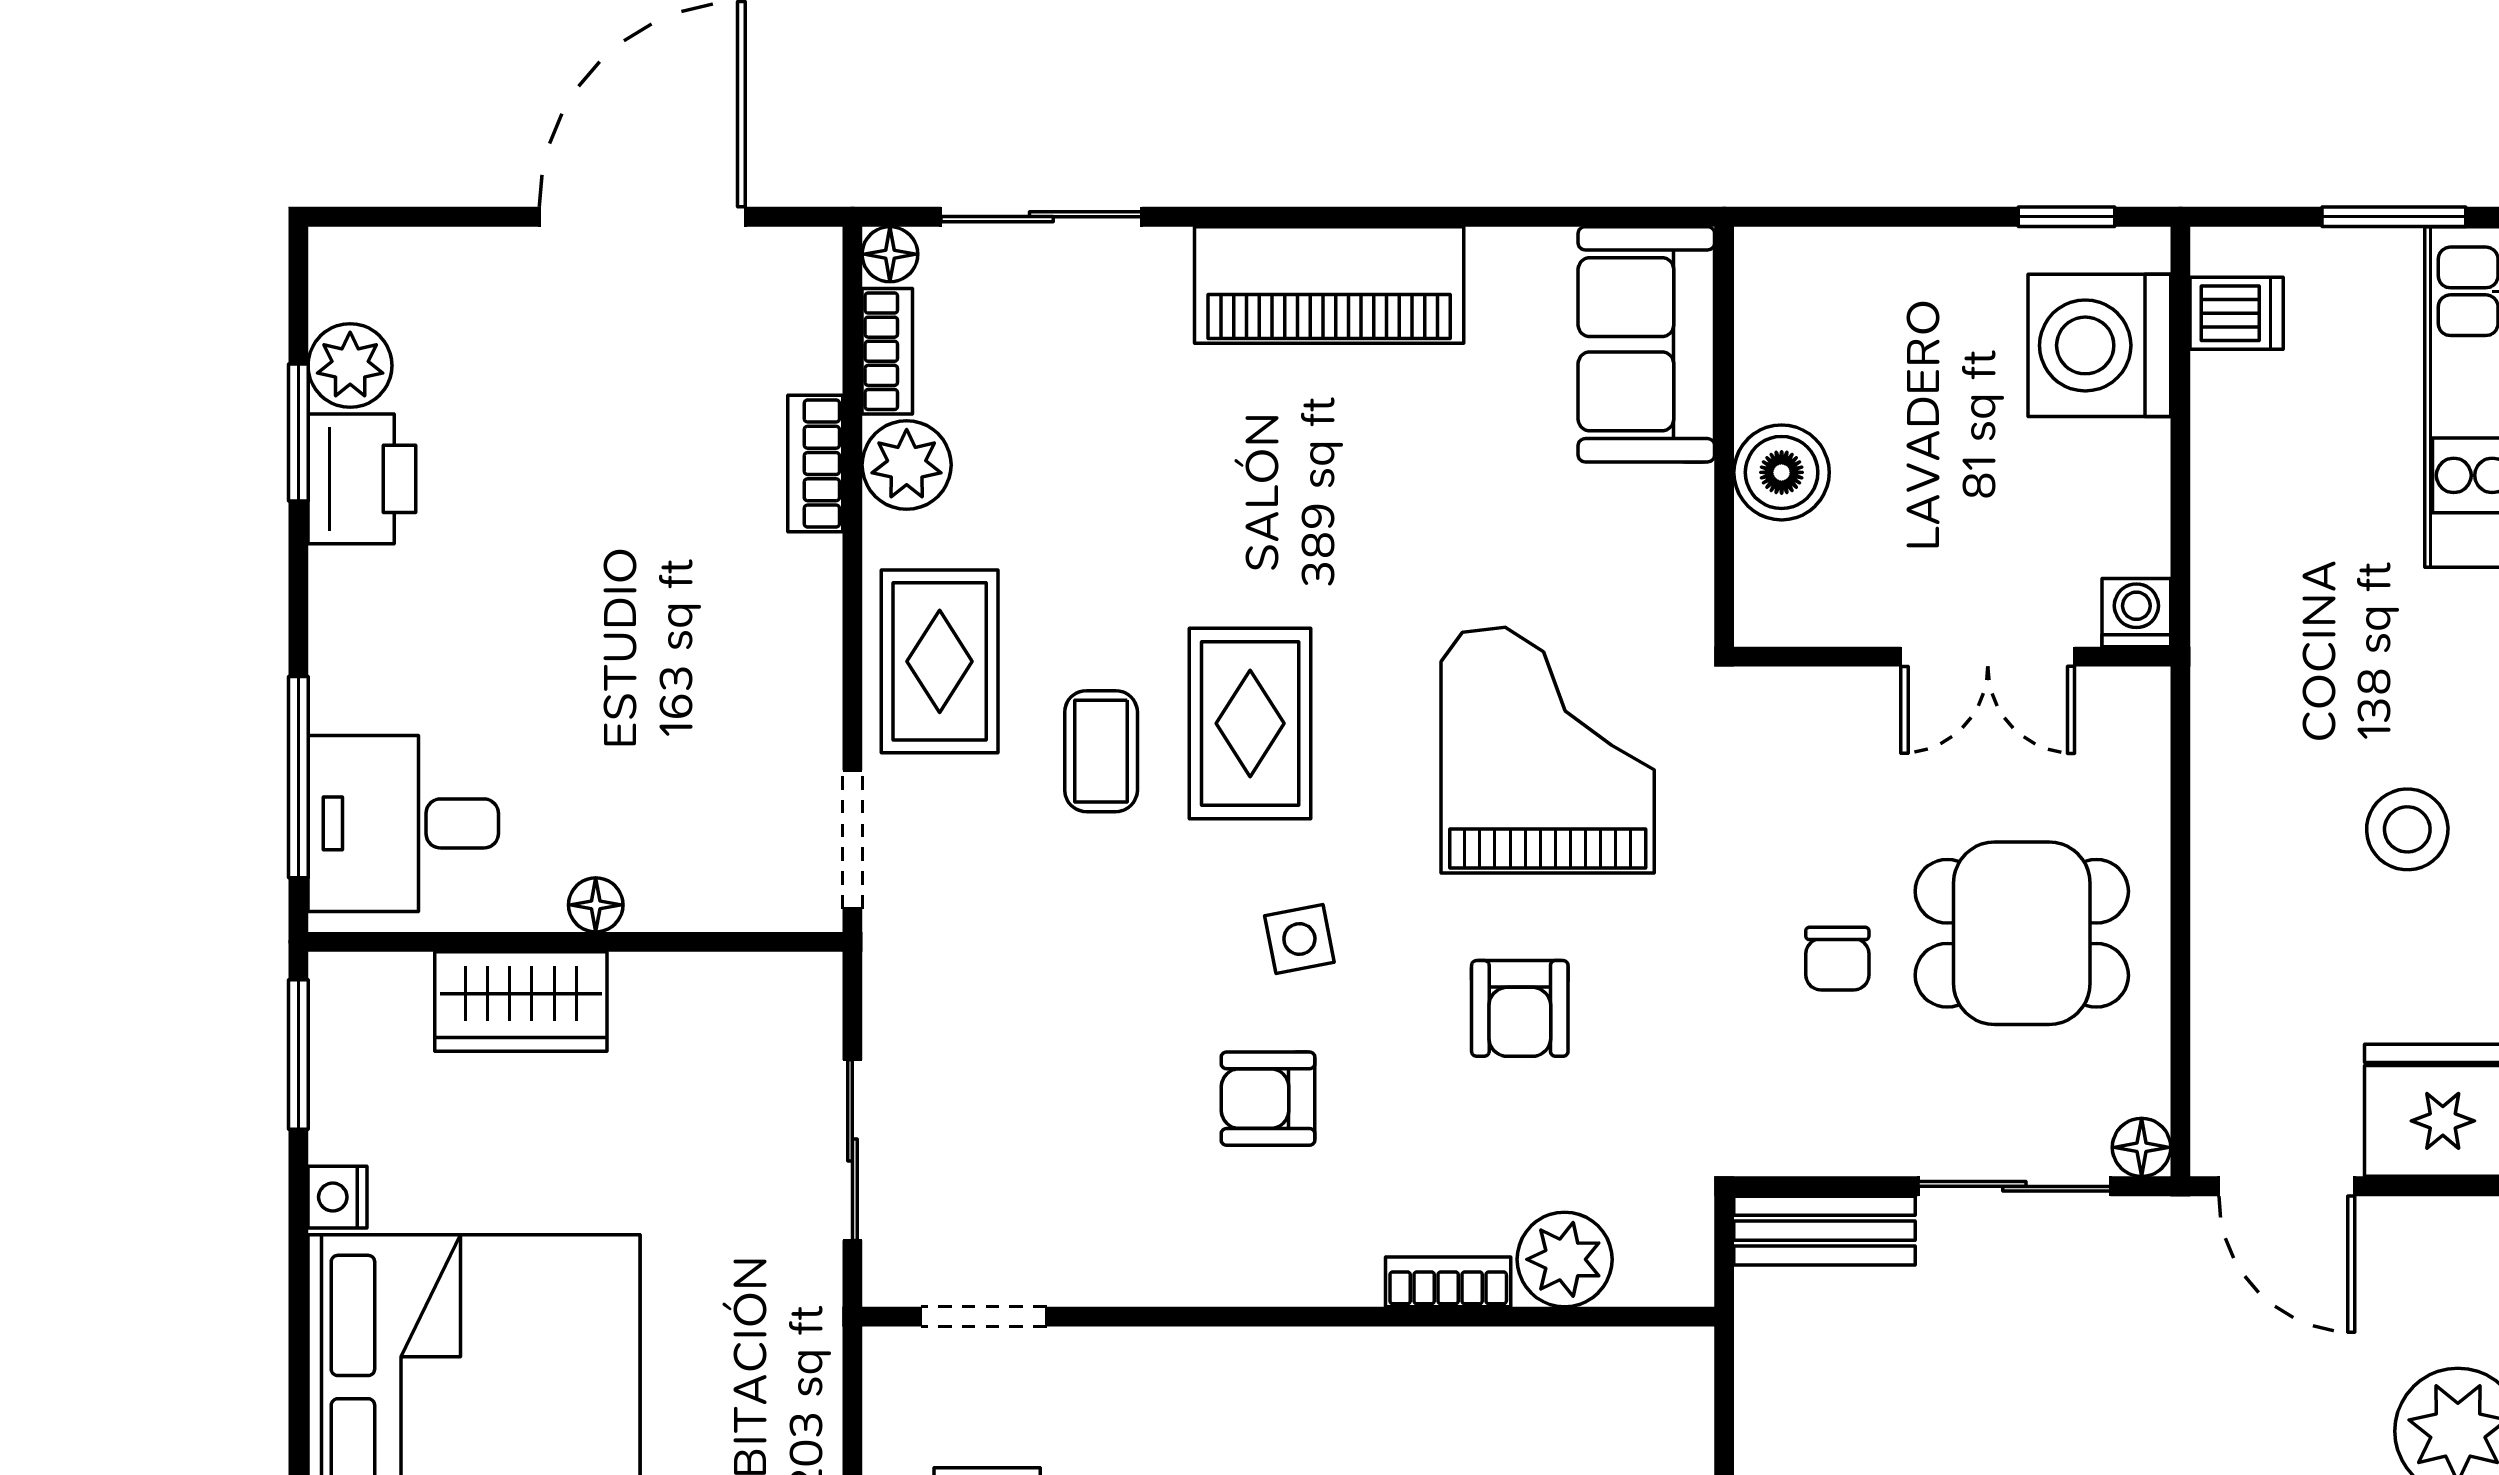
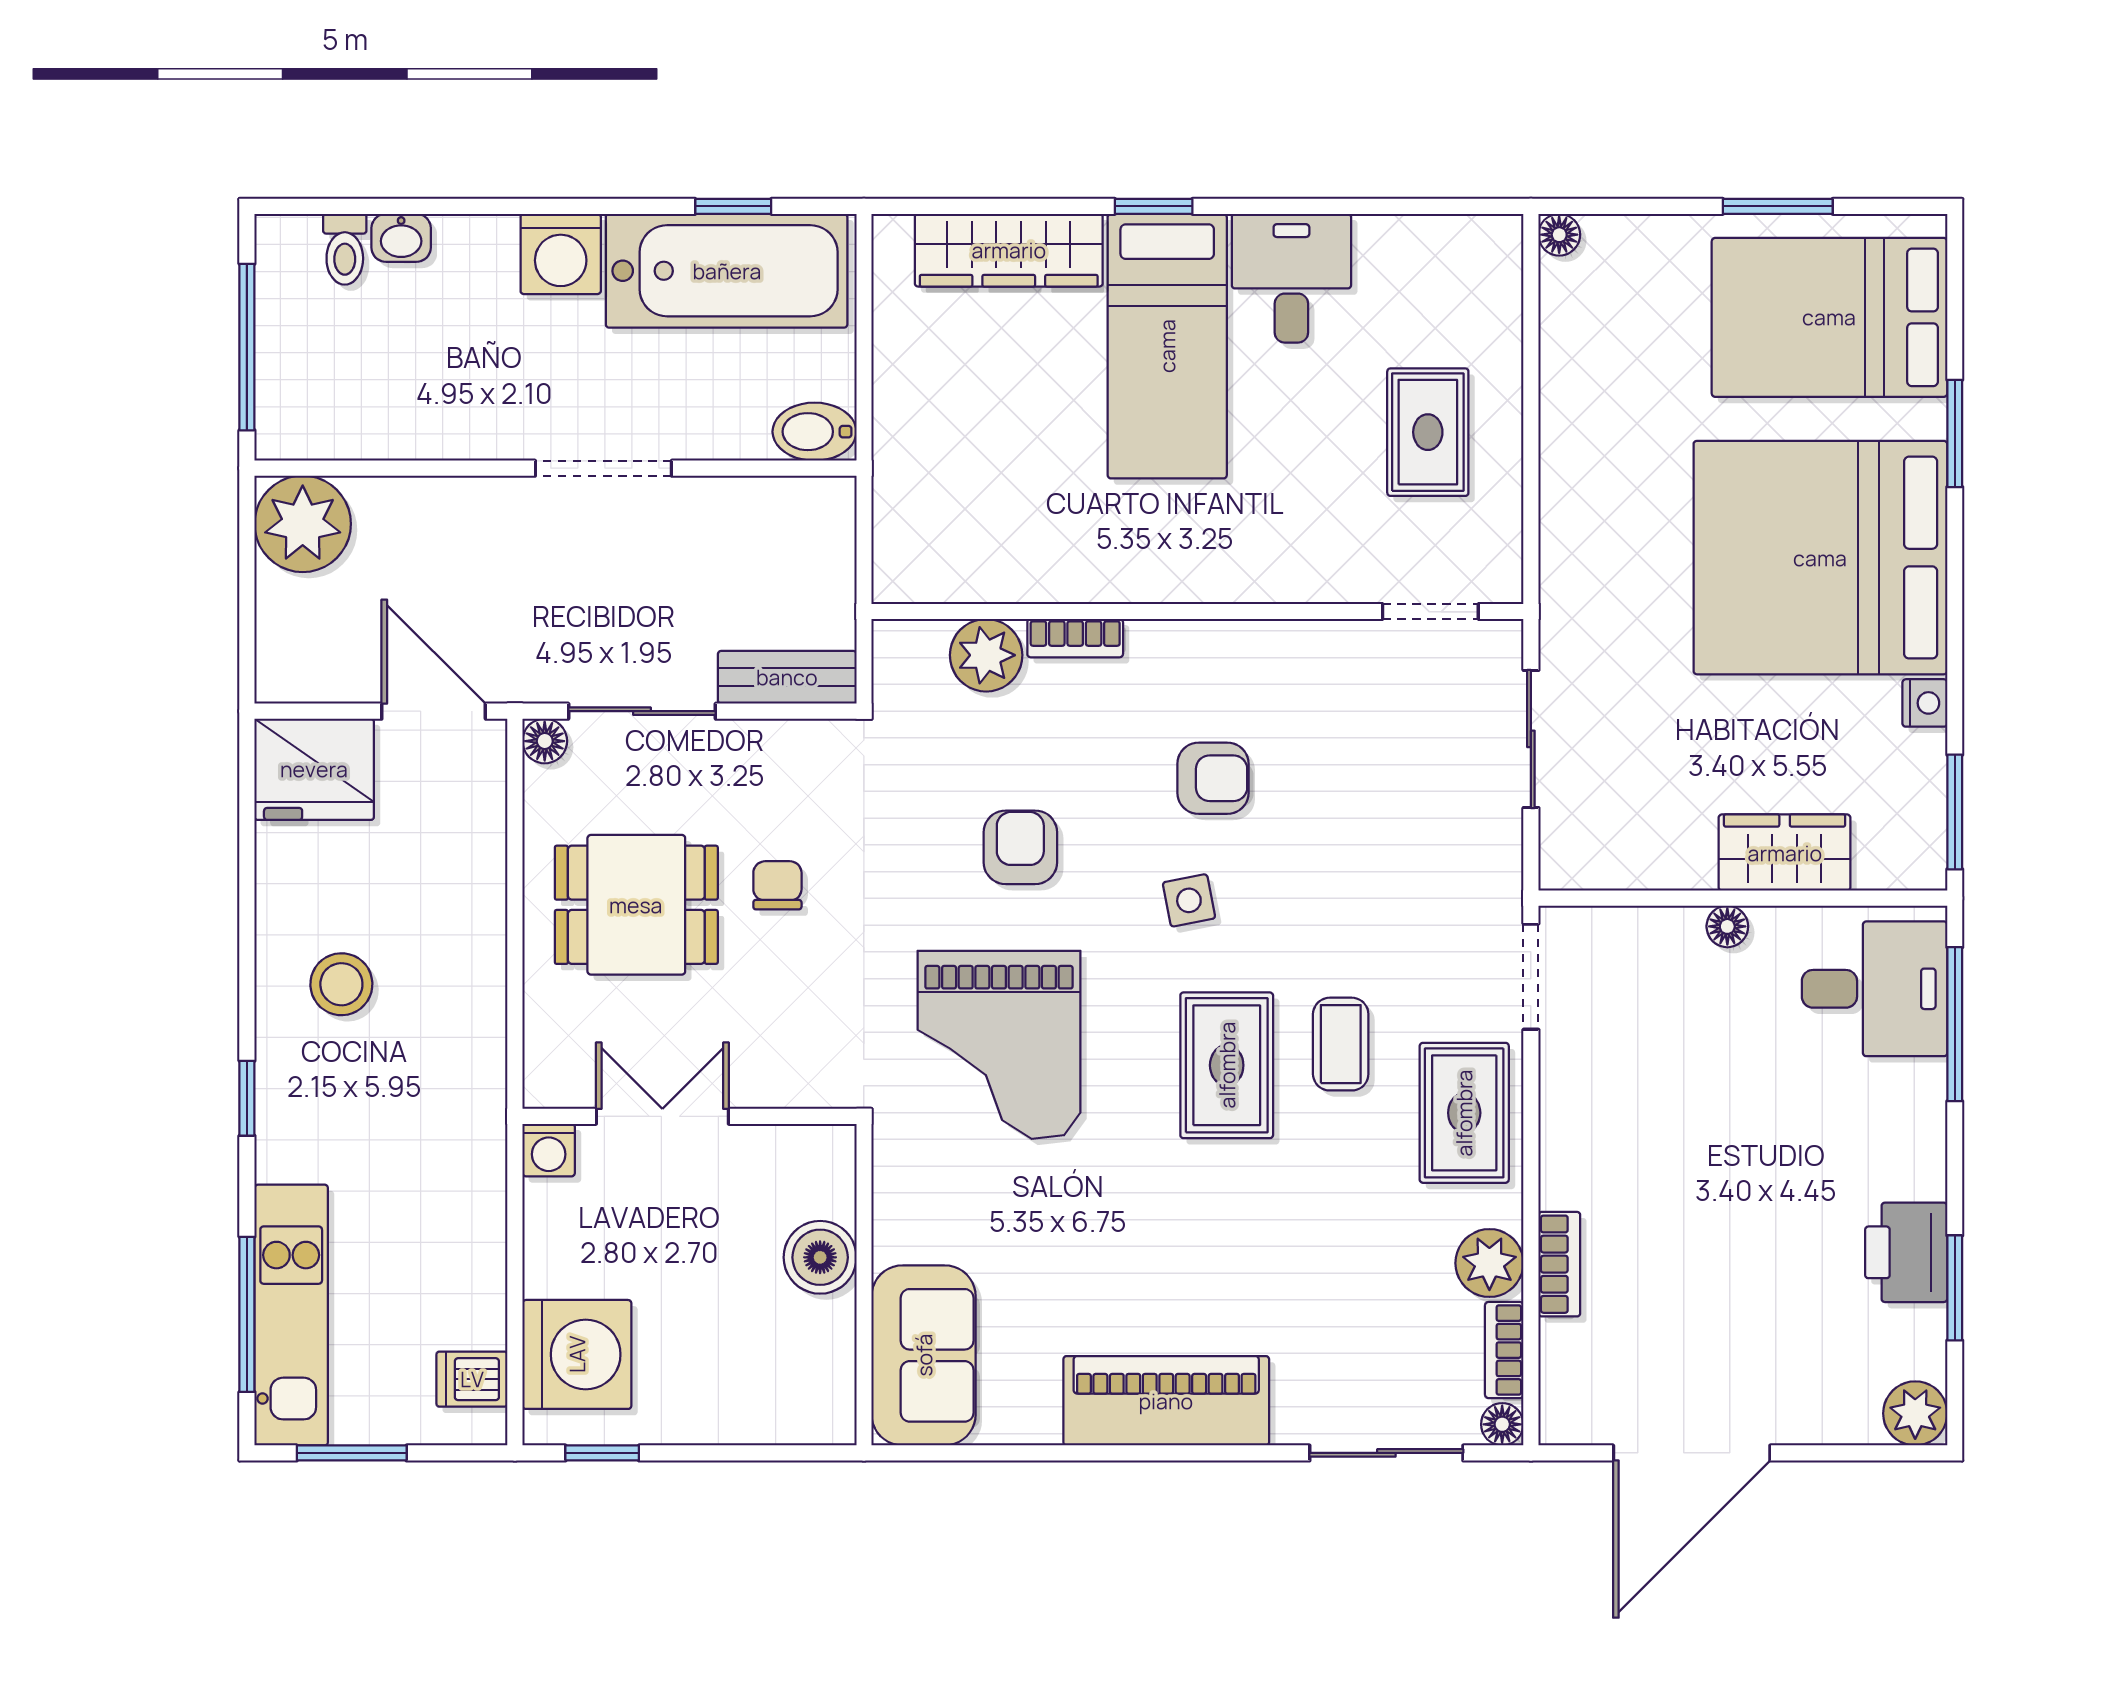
plant: (350, 366) -> (1915, 1413), moved

